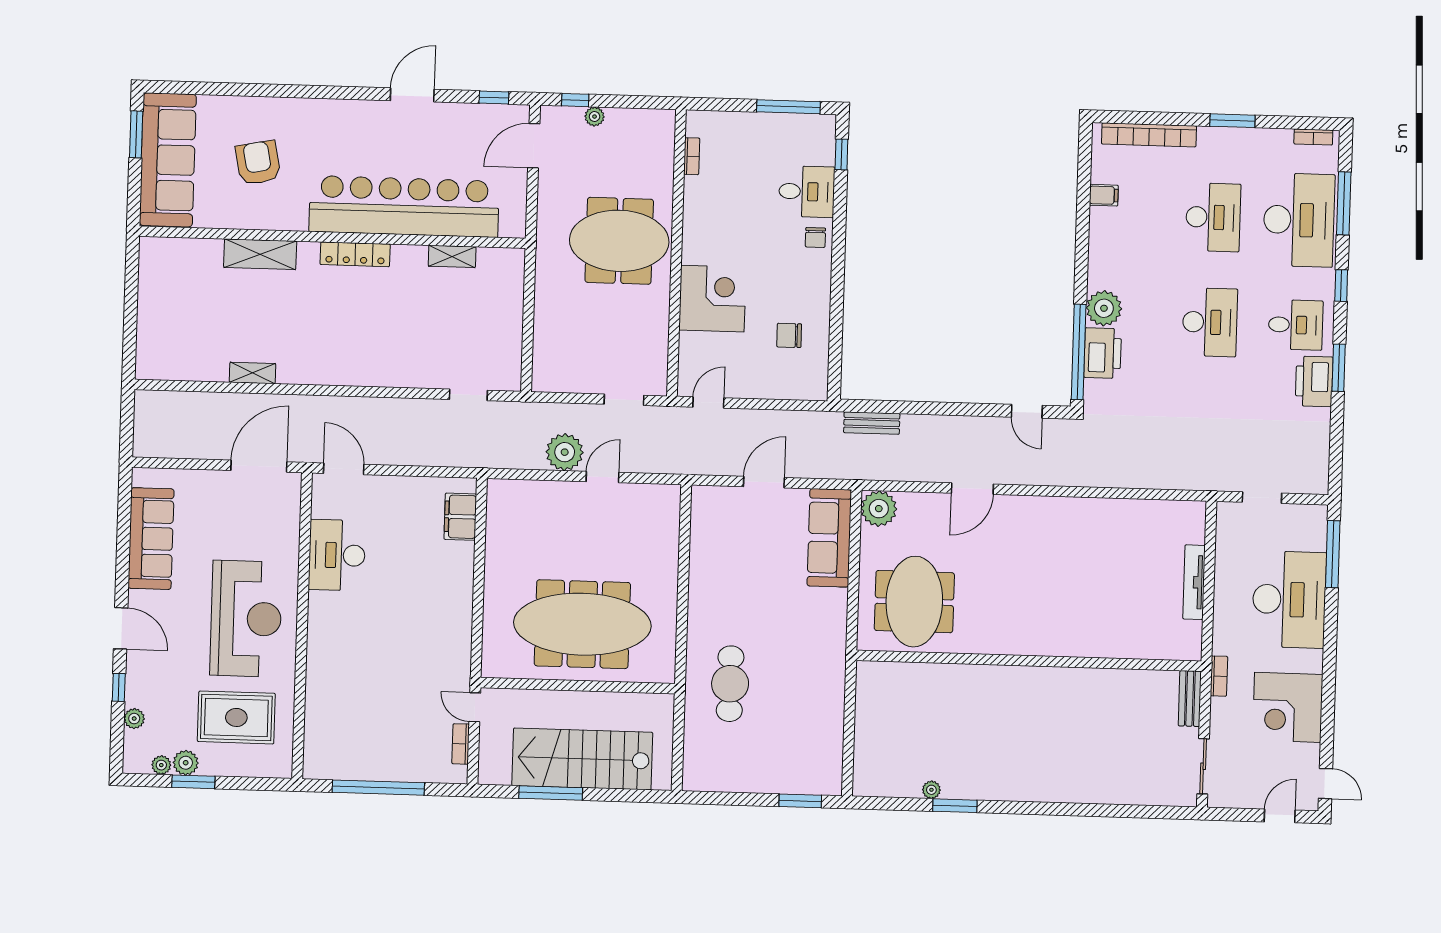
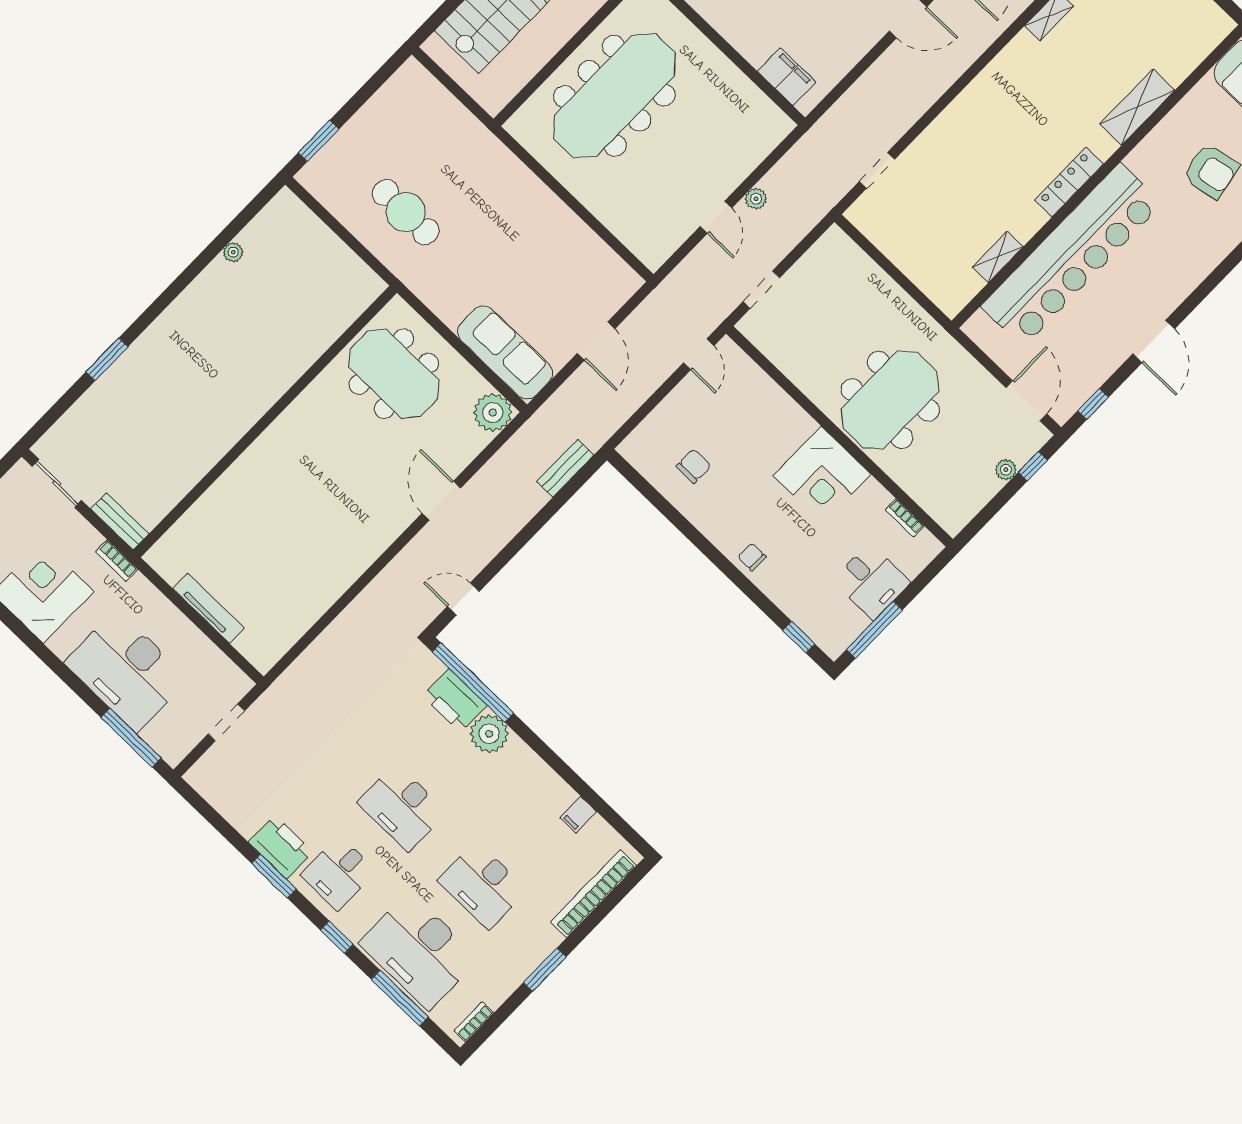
desk: (807, 192) -> (871, 581), moved, turned -90
corner desk: (712, 299) -> (822, 475), moved
plant: (565, 452) -> (756, 199), width x0.53, depth x0.53
cafe table: (730, 684) -> (406, 212), moved
window: (955, 806) -> (107, 359), moved

